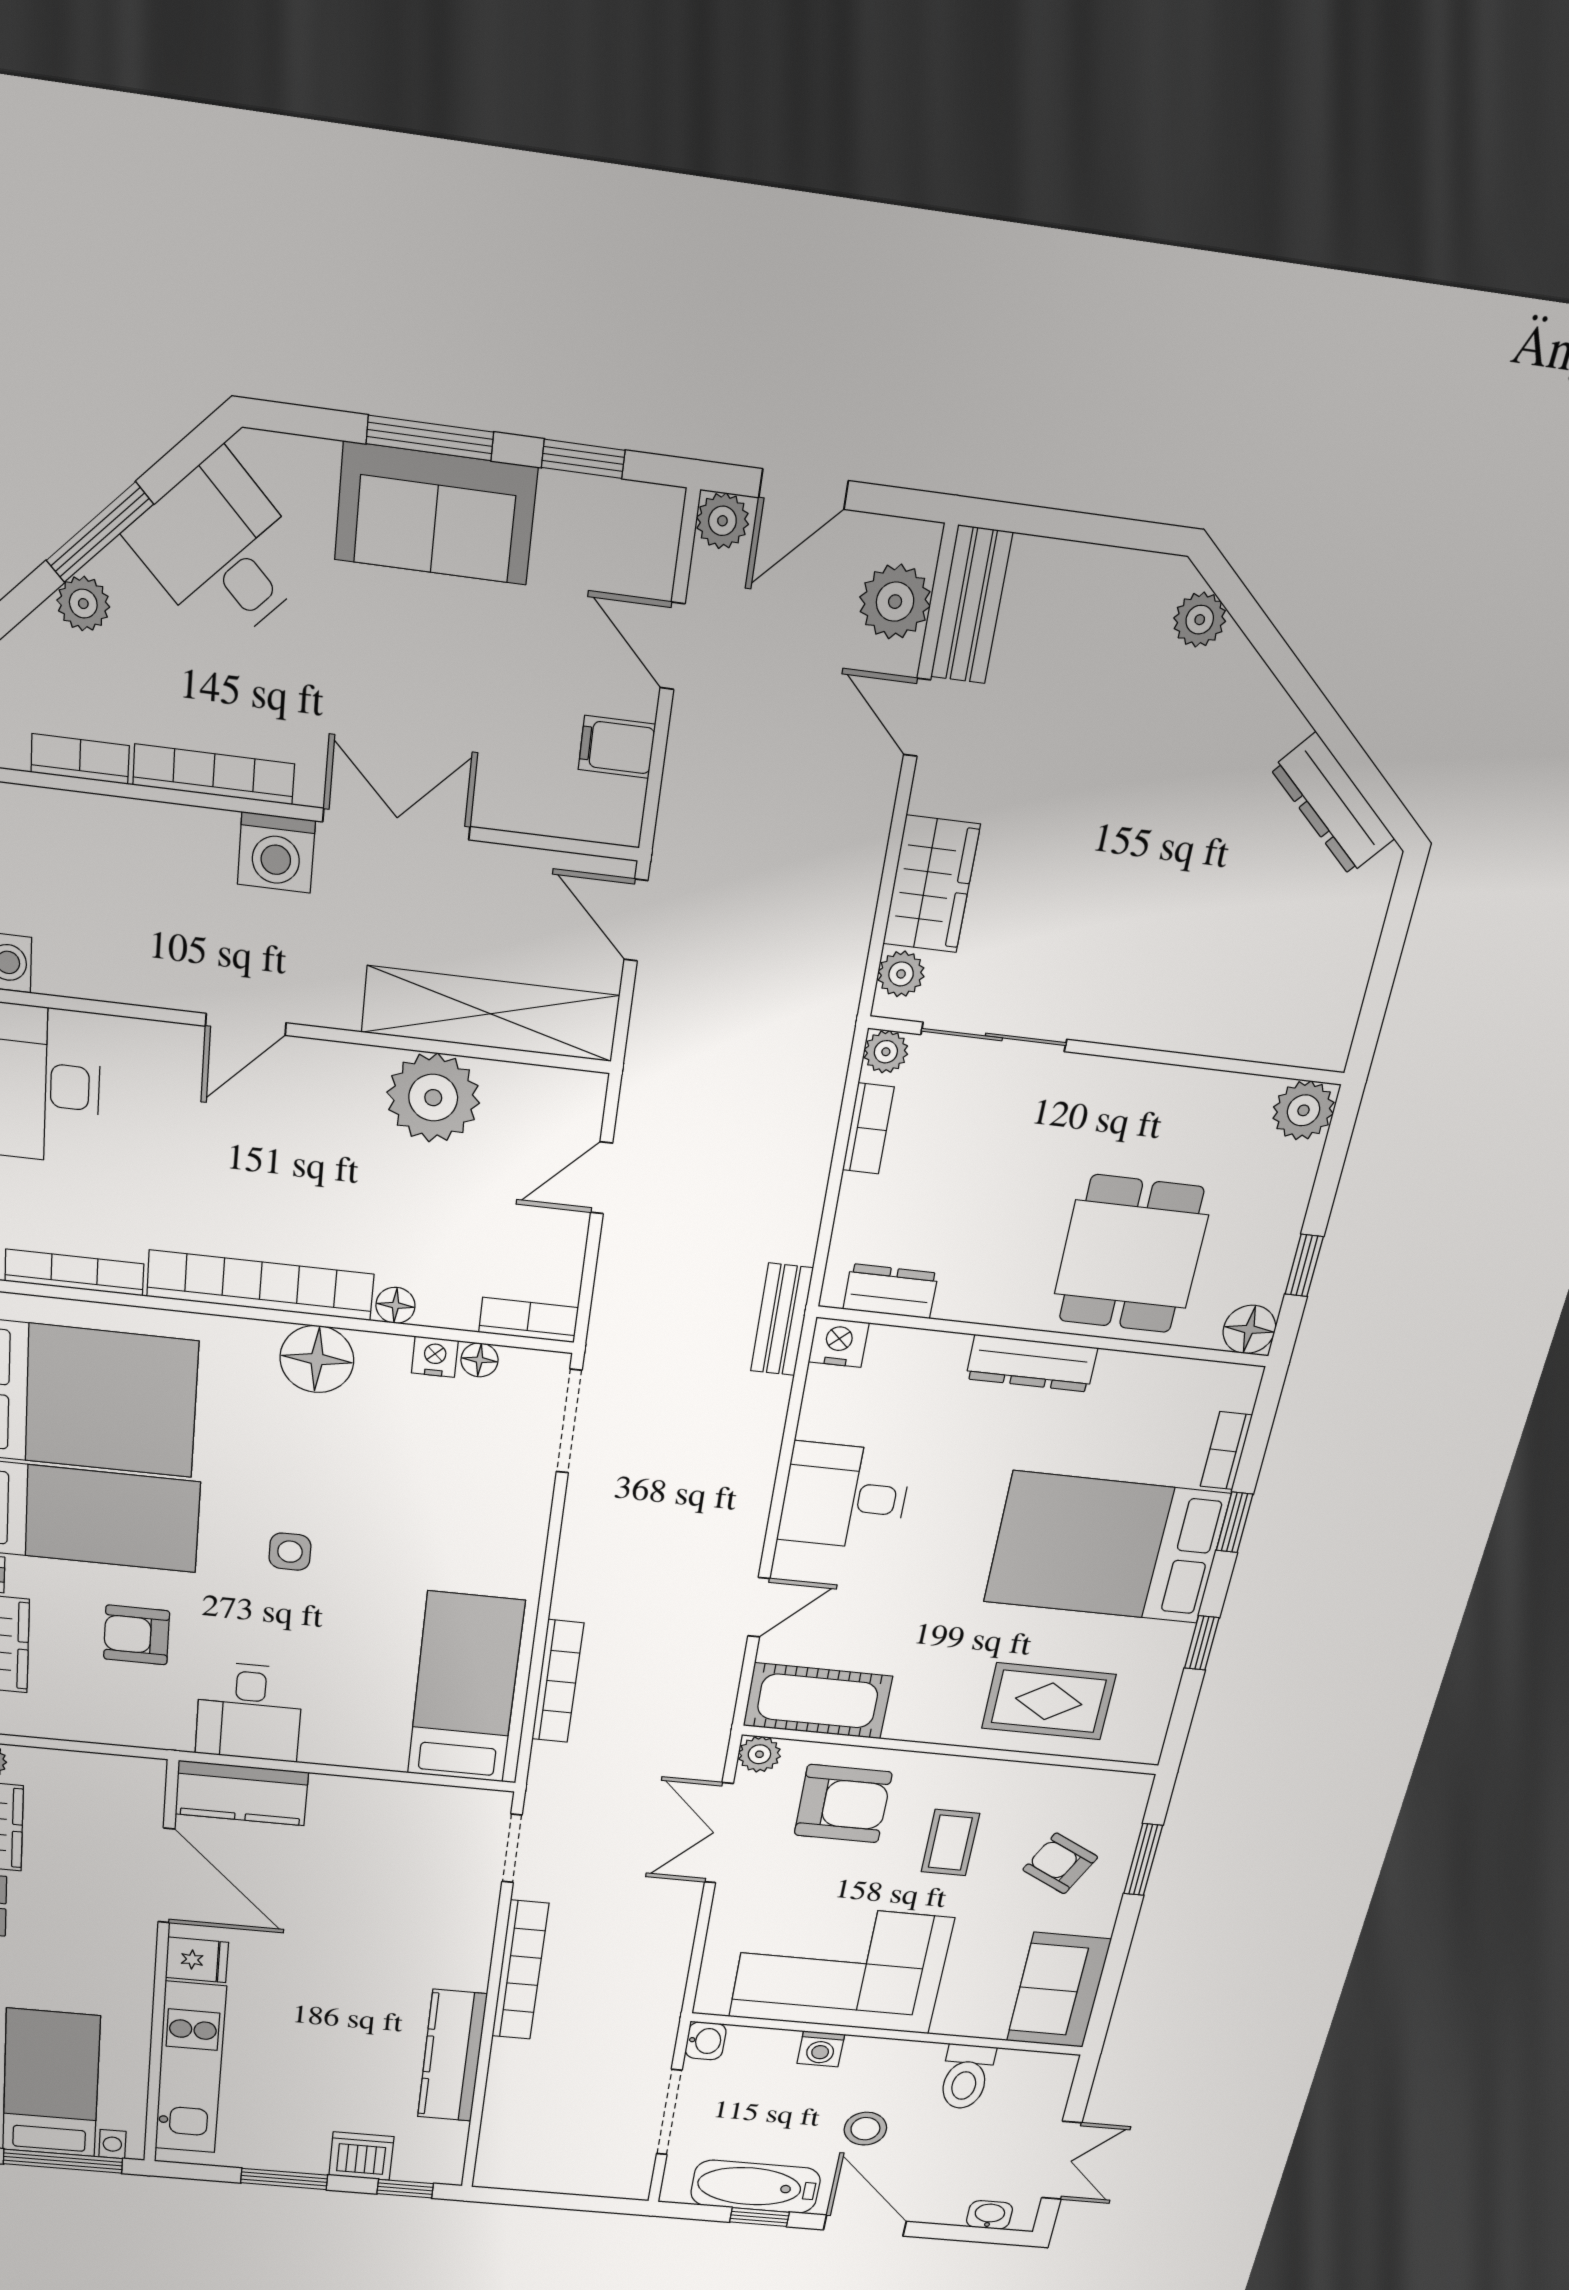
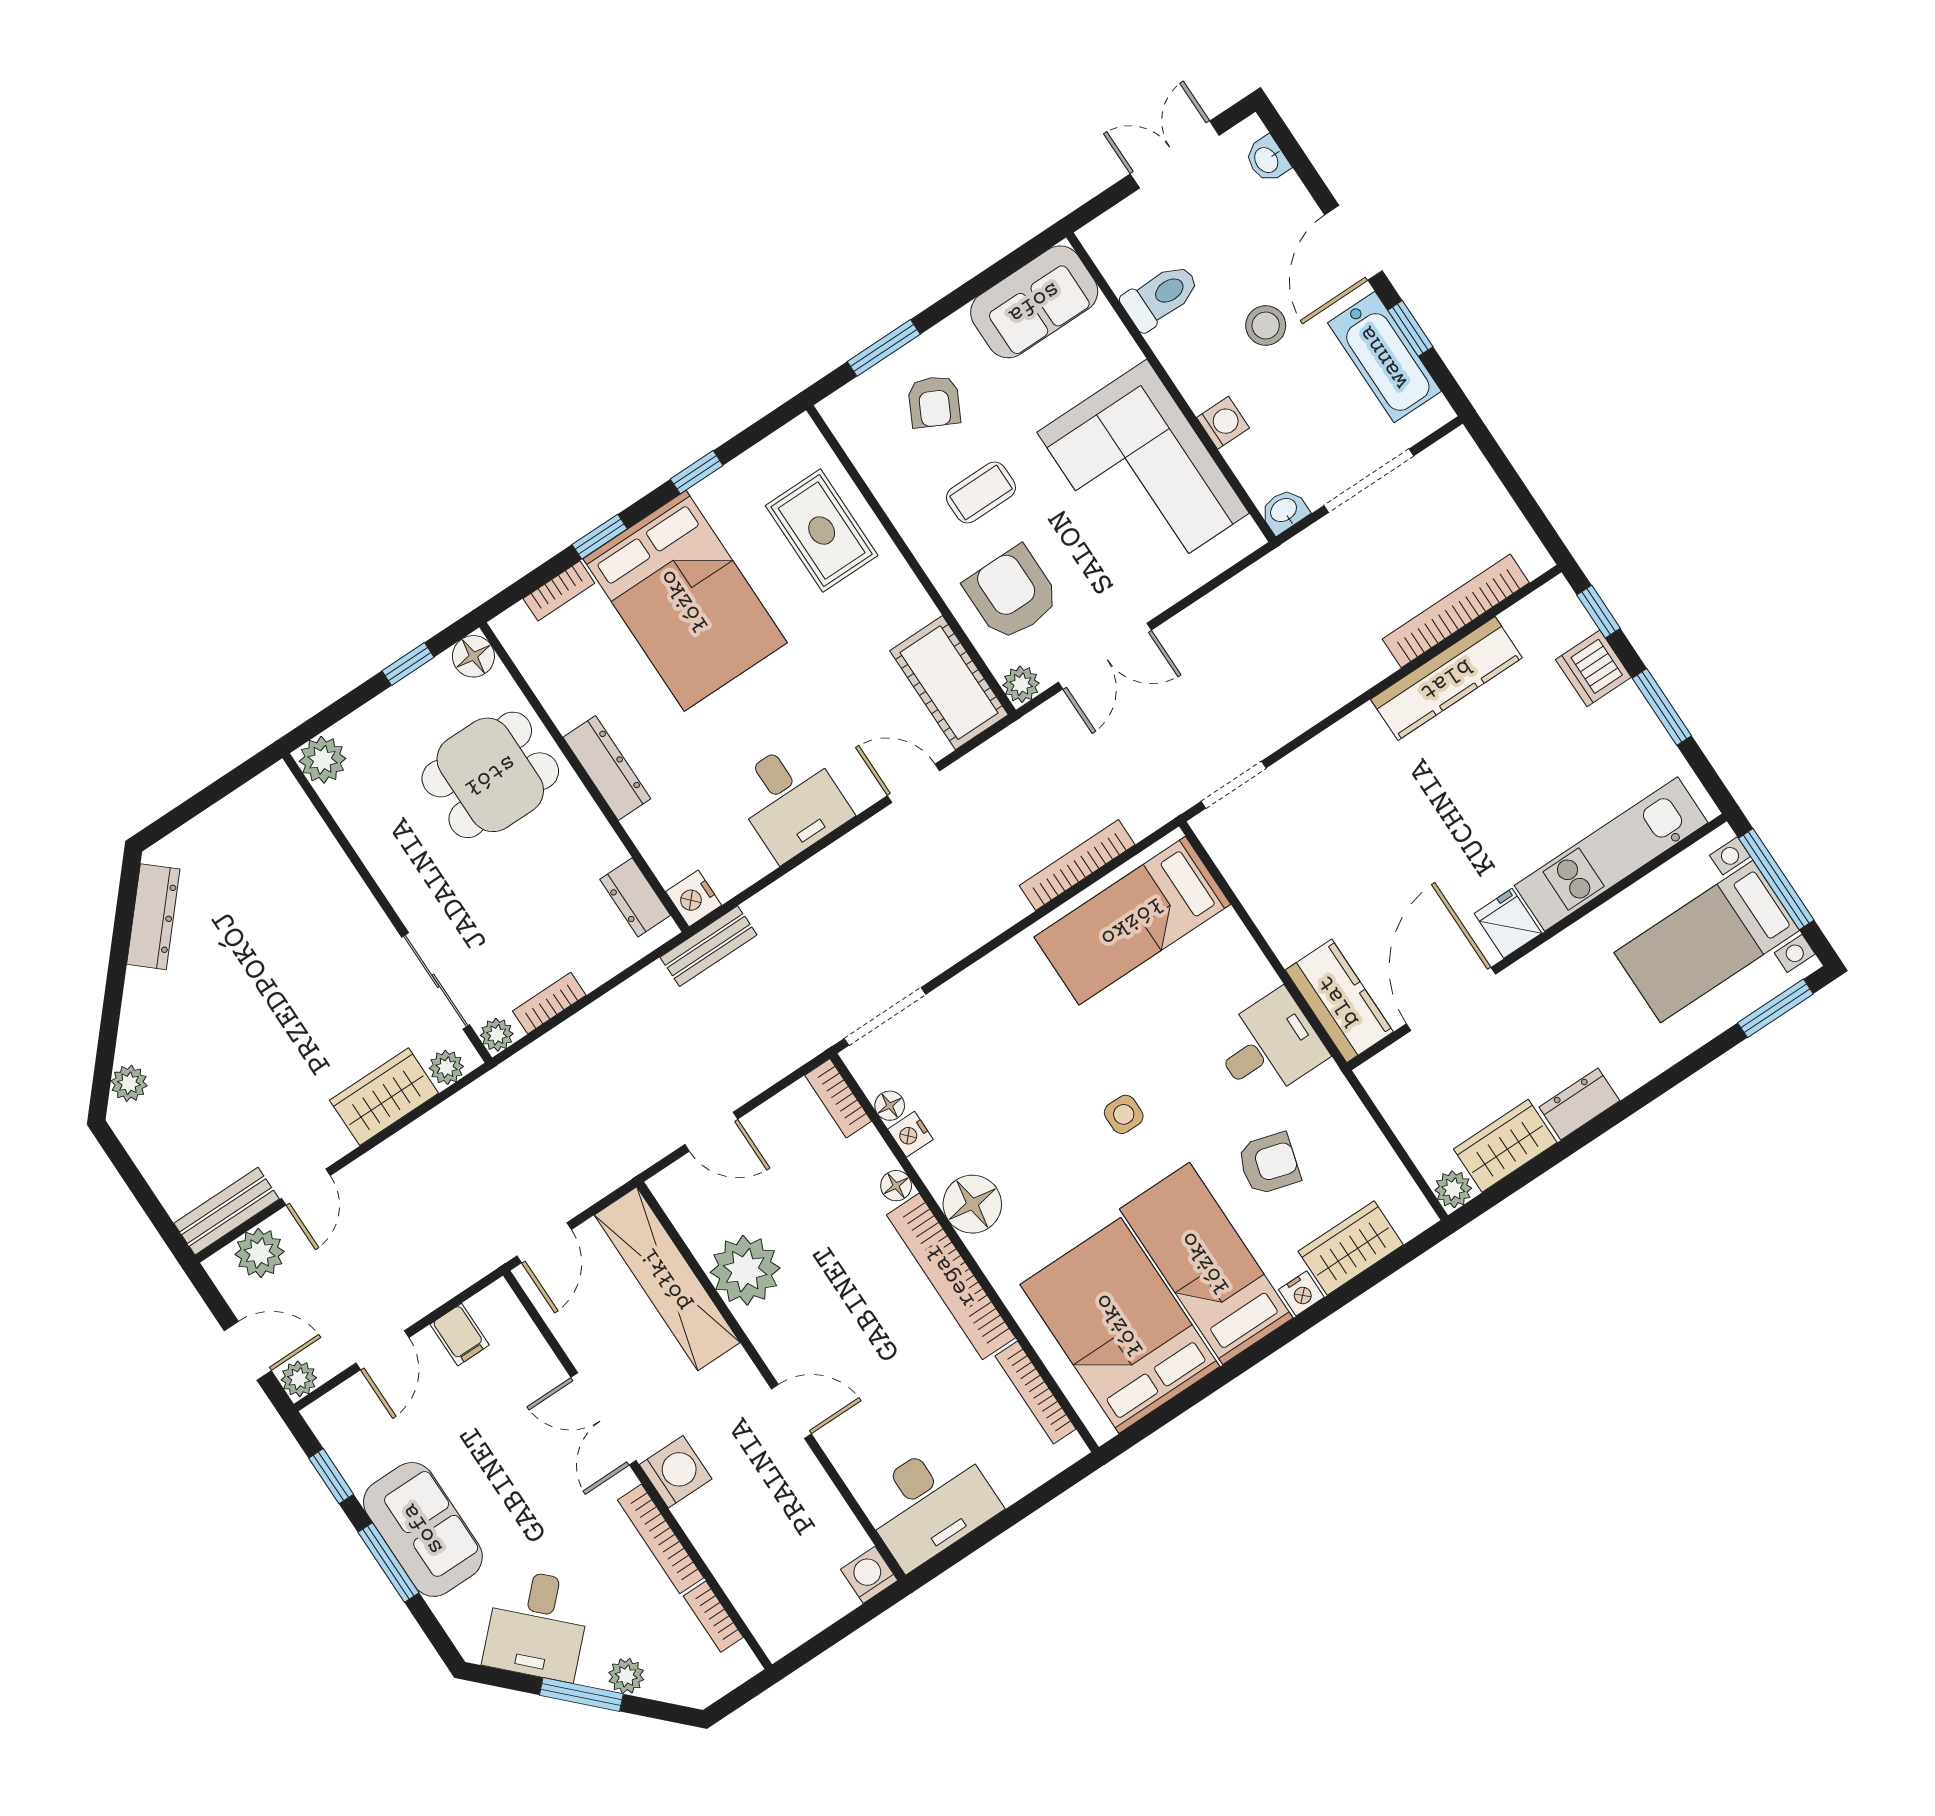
armchair: (137, 1635) -> (1269, 1164), turned -74
bookcase: (520, 1970) -> (1456, 611), moved

